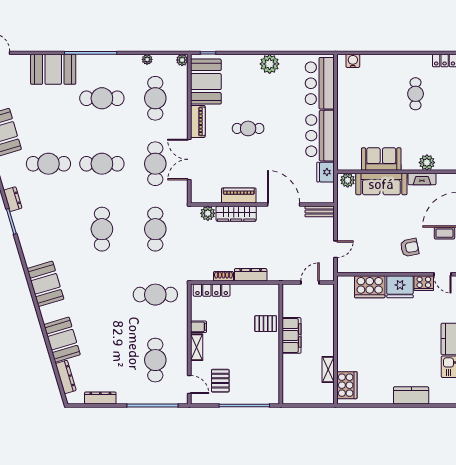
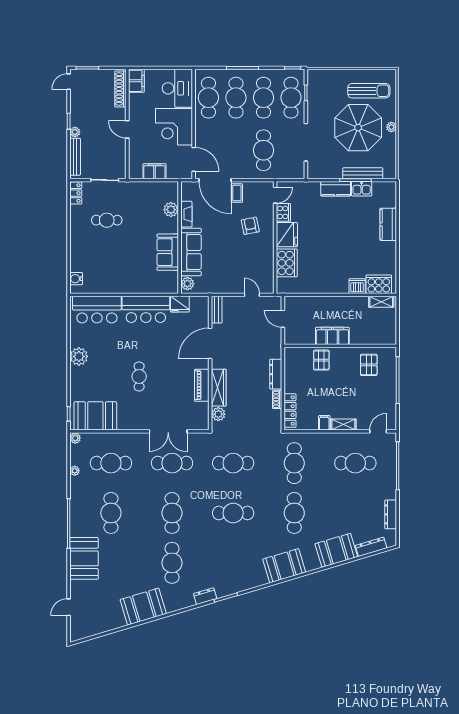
piano: (198, 121) -> (133, 423), removed
cafe table: (102, 295) -> (294, 513), added
dishwasher: (345, 362) -> (357, 286), added
shelving: (328, 370) -> (381, 302), moved
pallet: (220, 381) -> (369, 365), moved, turned 90

